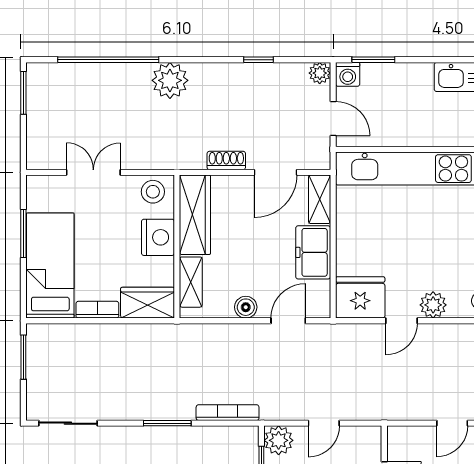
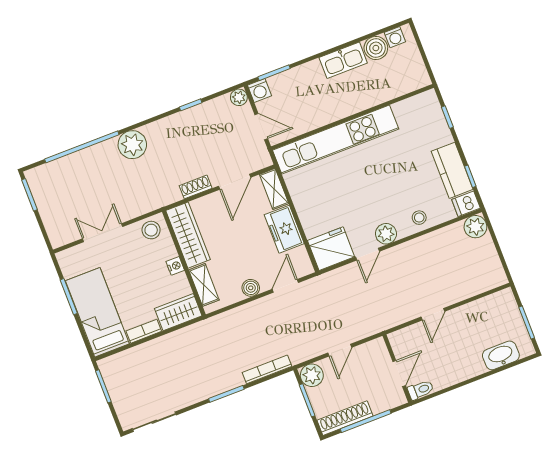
nightstand: (158, 237) -> (175, 266), width x0.53, depth x0.56

